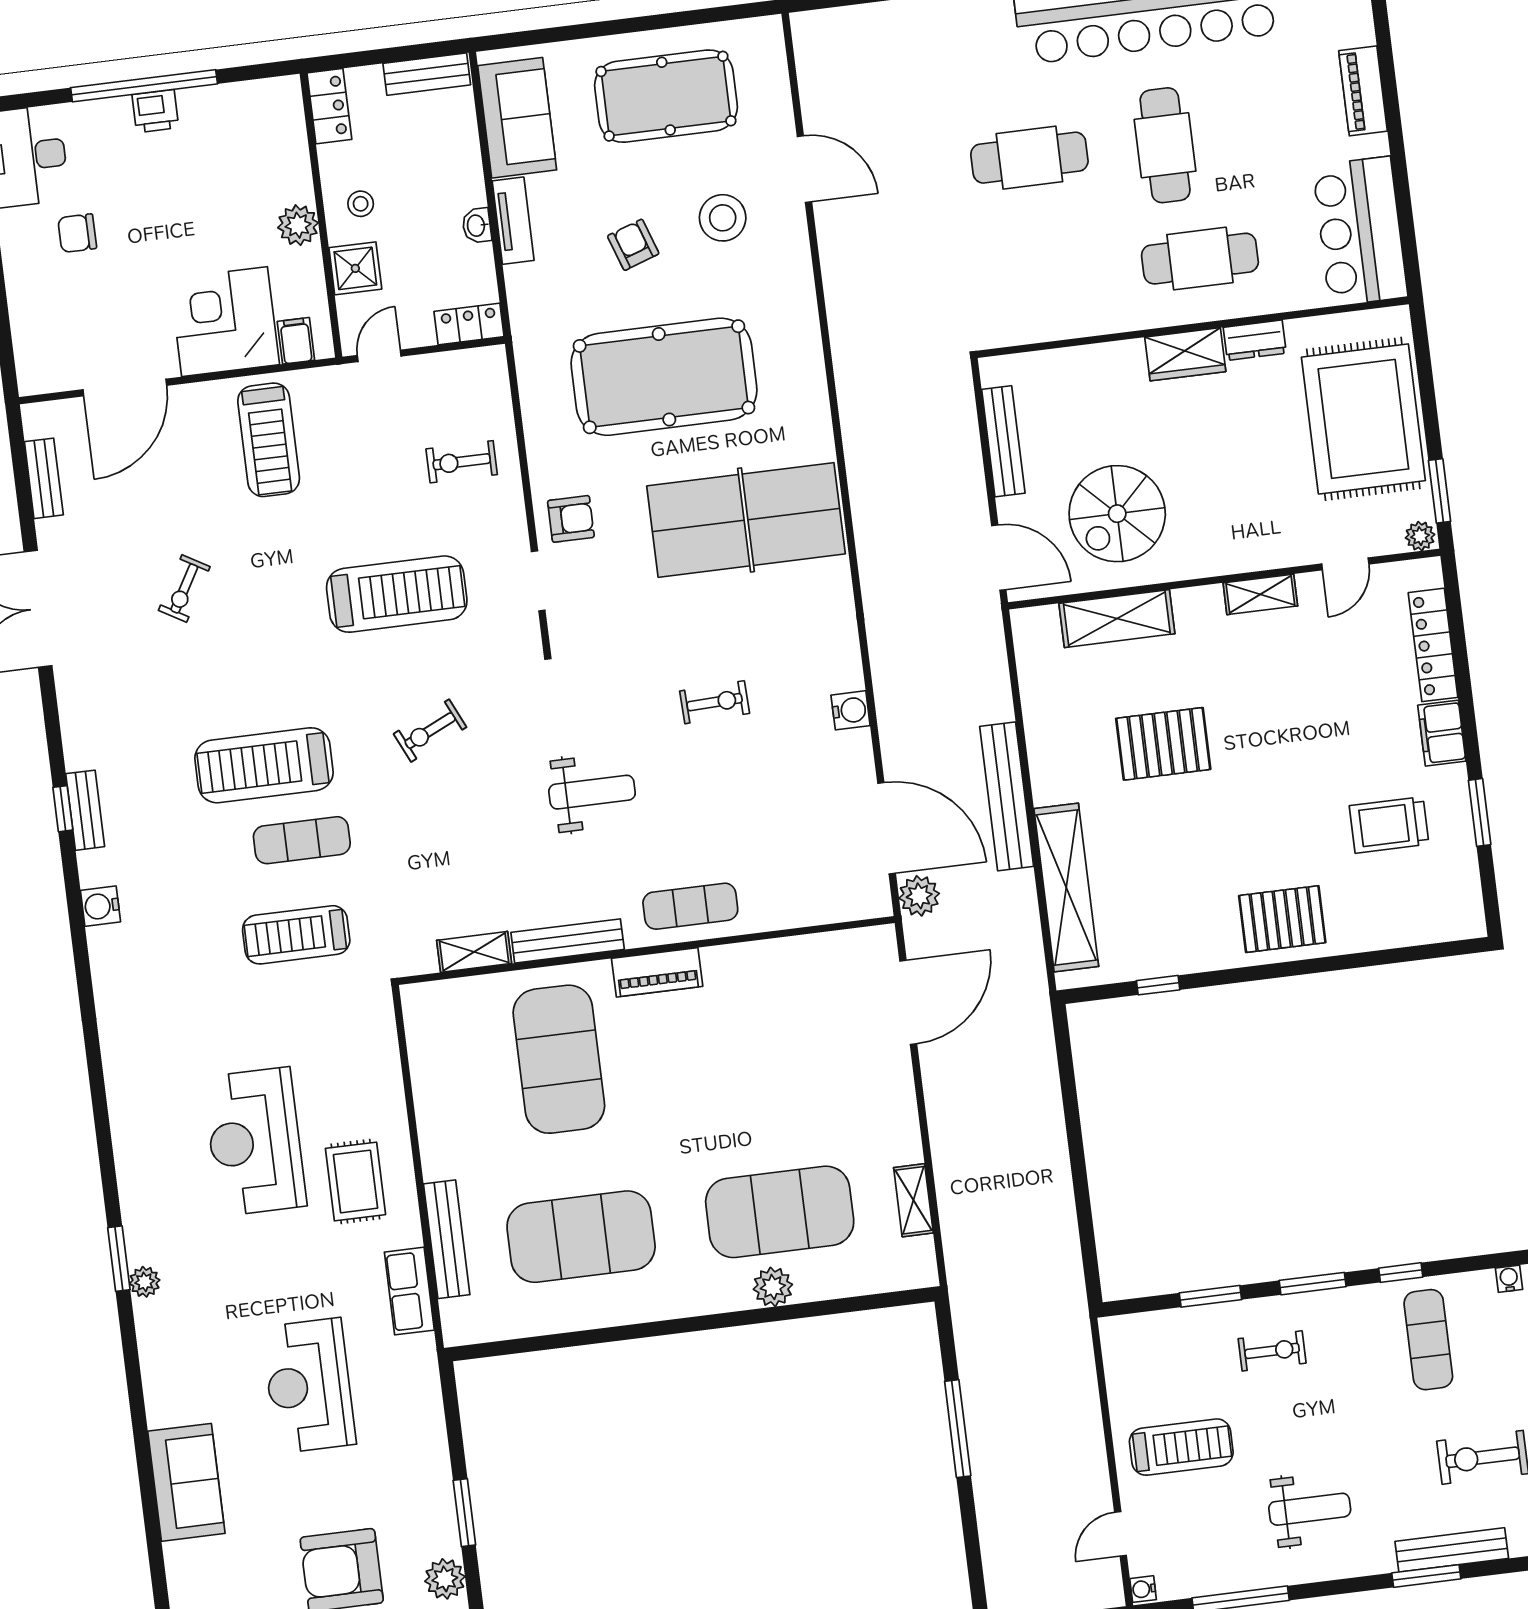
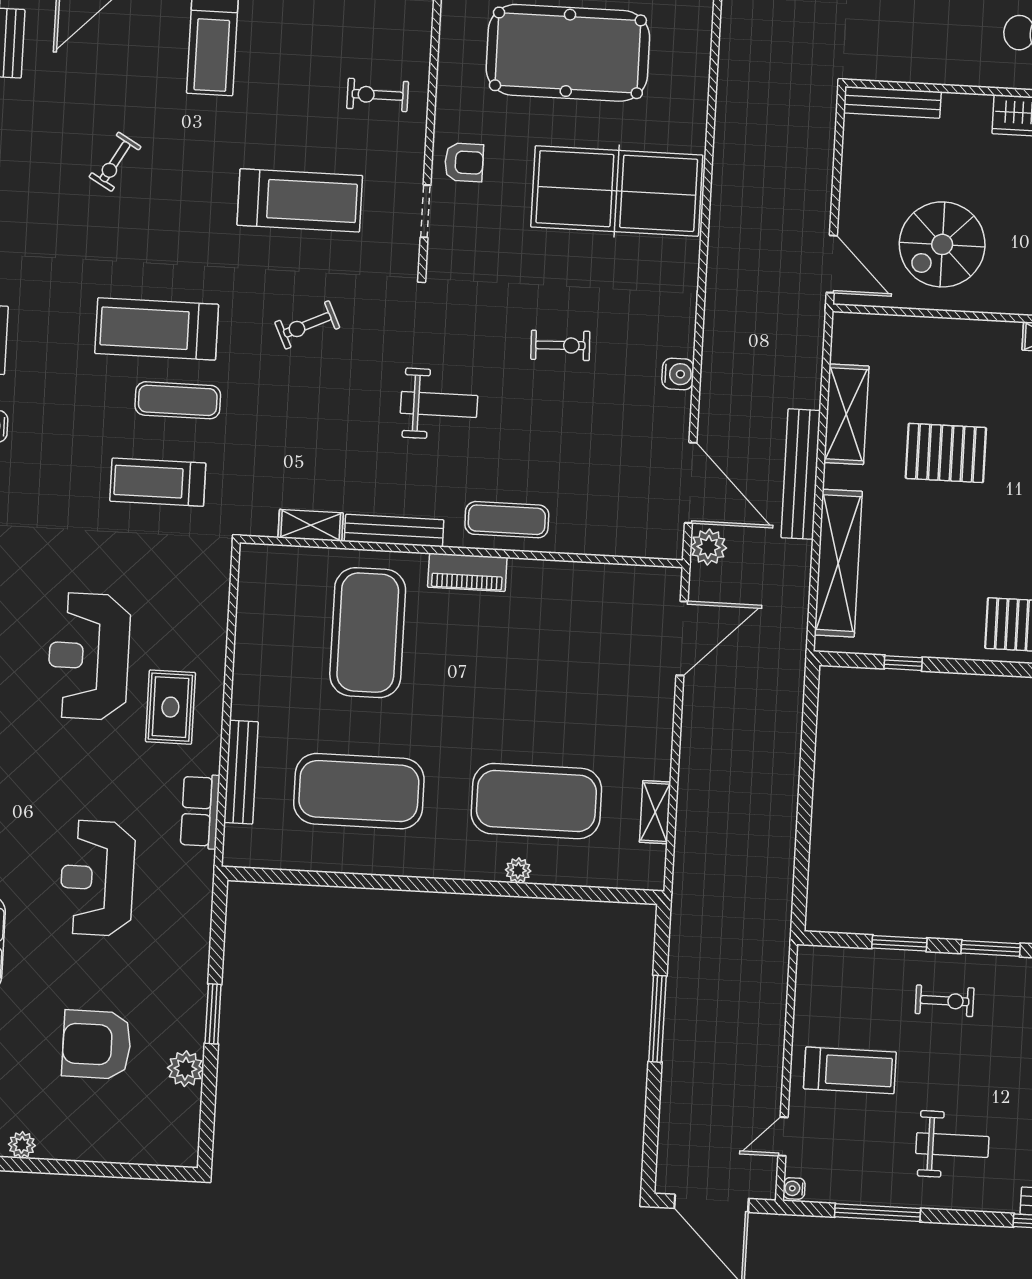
bench: (1003, 441) -> (892, 102), moved, turned 90
shelving: (1117, 619) -> (846, 414), moved, turned 90
plant: (773, 1287) -> (518, 870), width x0.73, depth x0.73

